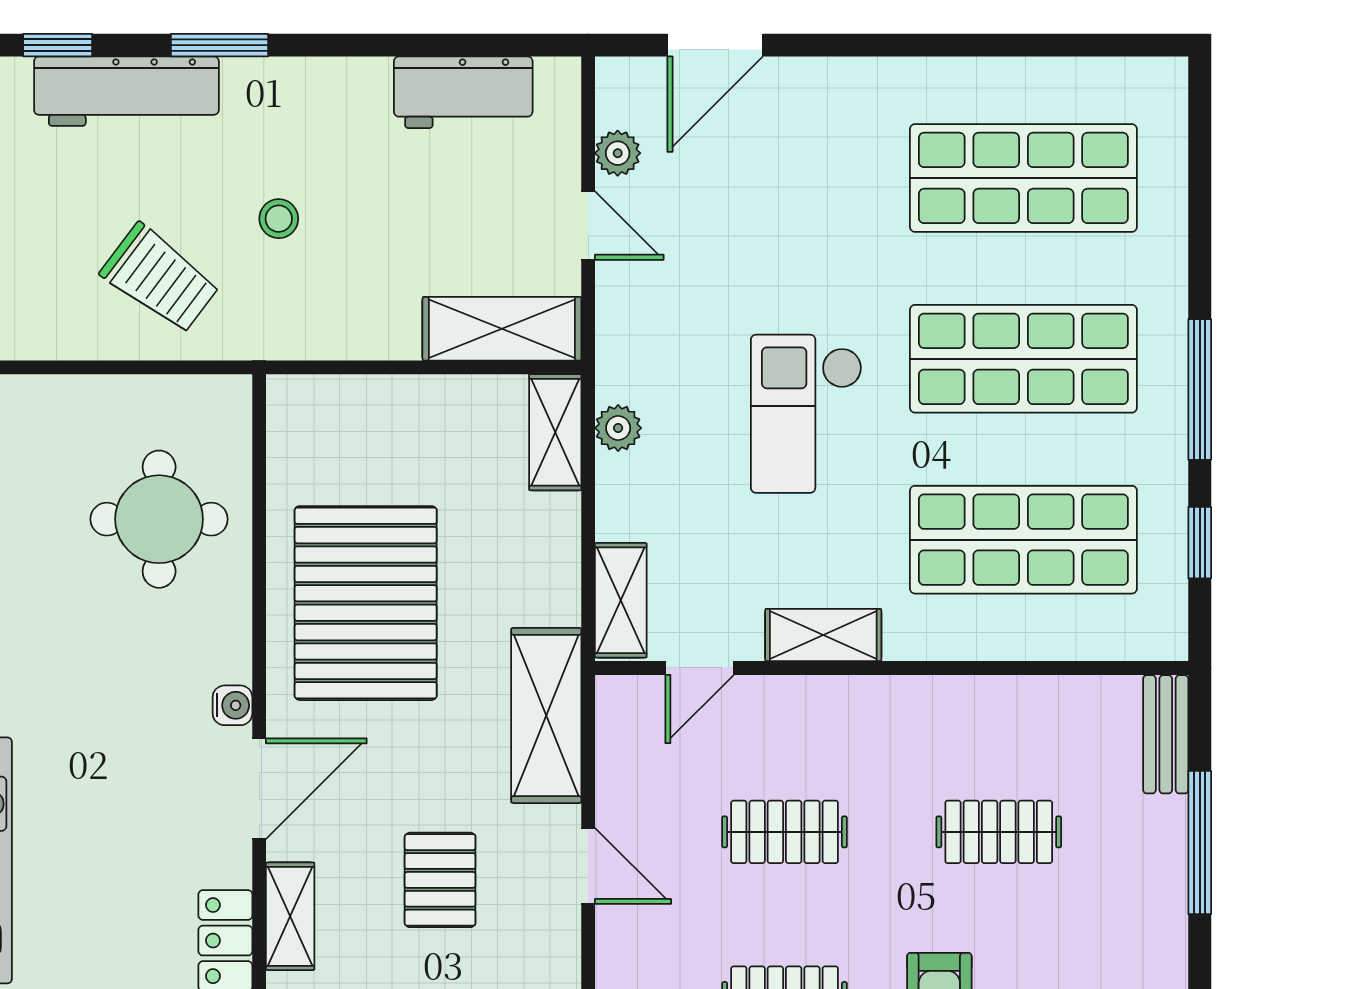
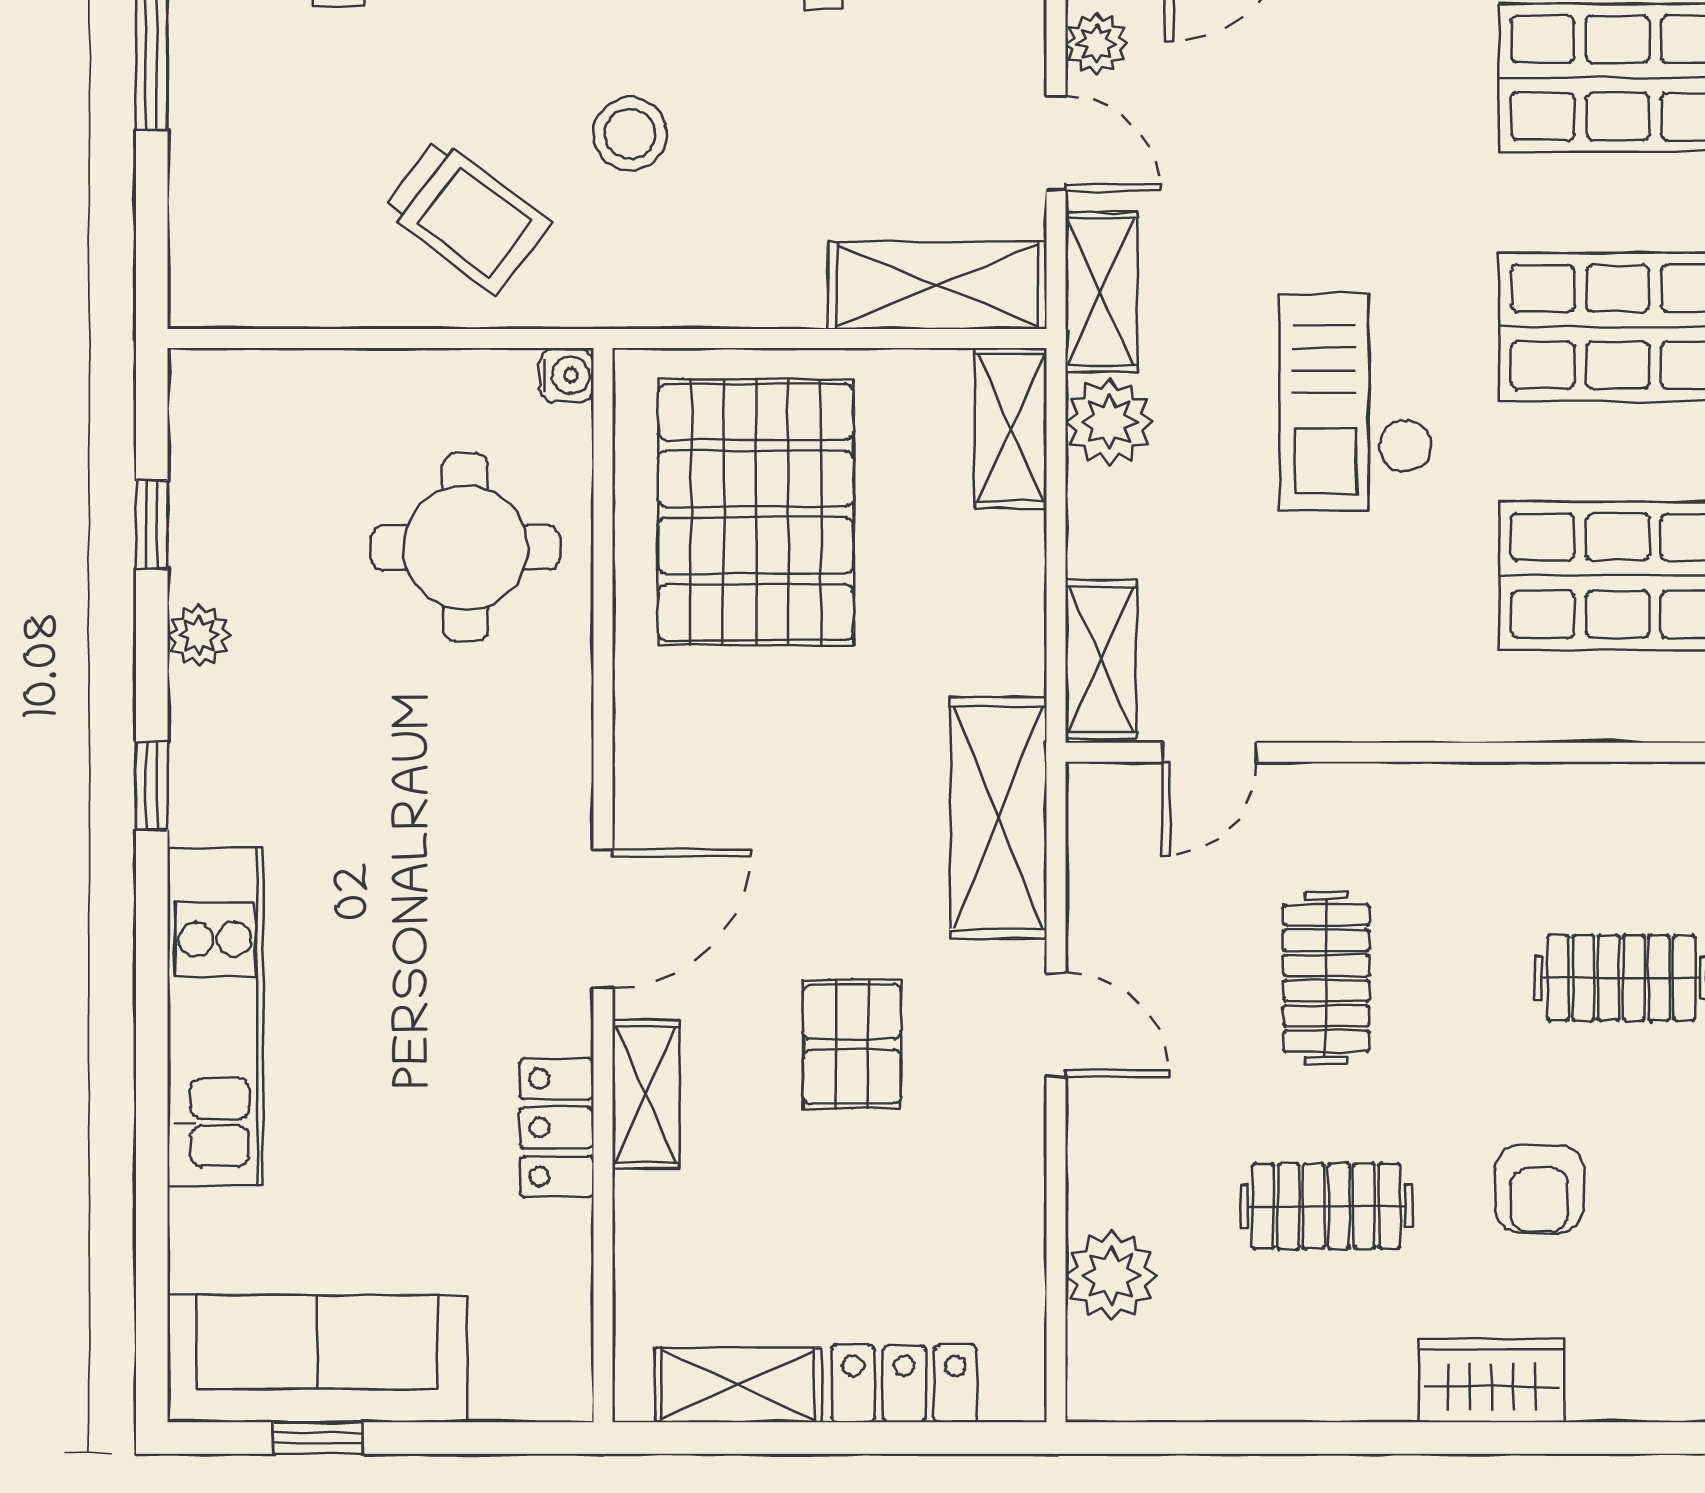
stool: (279, 219) -> (630, 134), width x1.37, depth x1.37
plant: (618, 428) -> (1109, 422), width x1.38, depth x1.38
pallet: (366, 603) -> (756, 512), moved
shelving: (823, 635) -> (1101, 292), moved, turned 90
water cooler: (232, 705) -> (566, 375), moved
clothes rail: (785, 832) -> (1326, 978), turned 90

